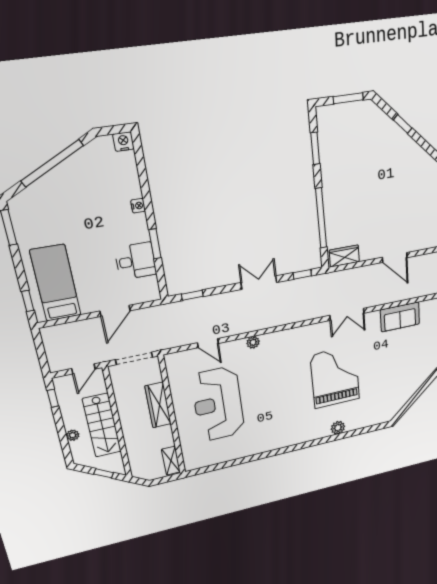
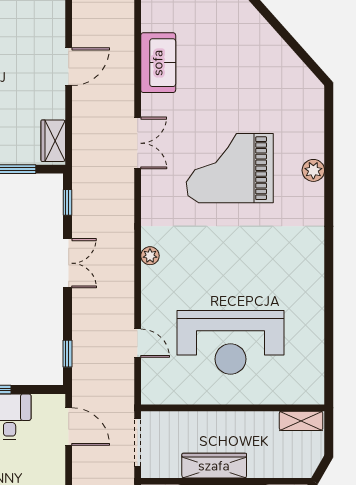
double door: (259, 283) -> (67, 263), swing flipped
door: (115, 311) -> (69, 426), moved
plant: (253, 342) -> (150, 256), moved
door: (208, 343) -> (138, 343), hinge flipped
wardrobe: (158, 405) -> (214, 466), moved, turned 180

